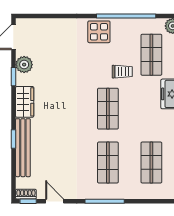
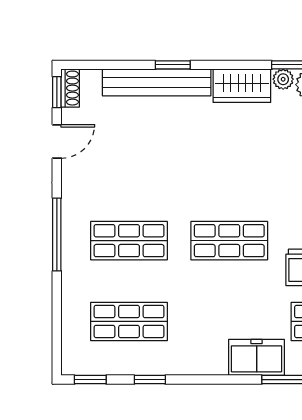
plant: (21, 80) -> (283, 79), added

